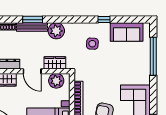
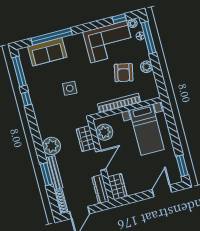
window: (130, 20) -> (19, 71), added
sofa: (127, 32) -> (47, 52), moved, turned 90
side table: (92, 44) -> (70, 88), moved

